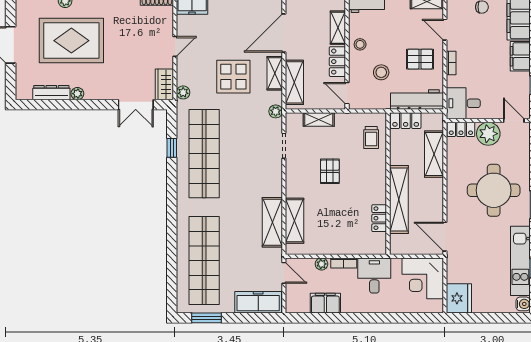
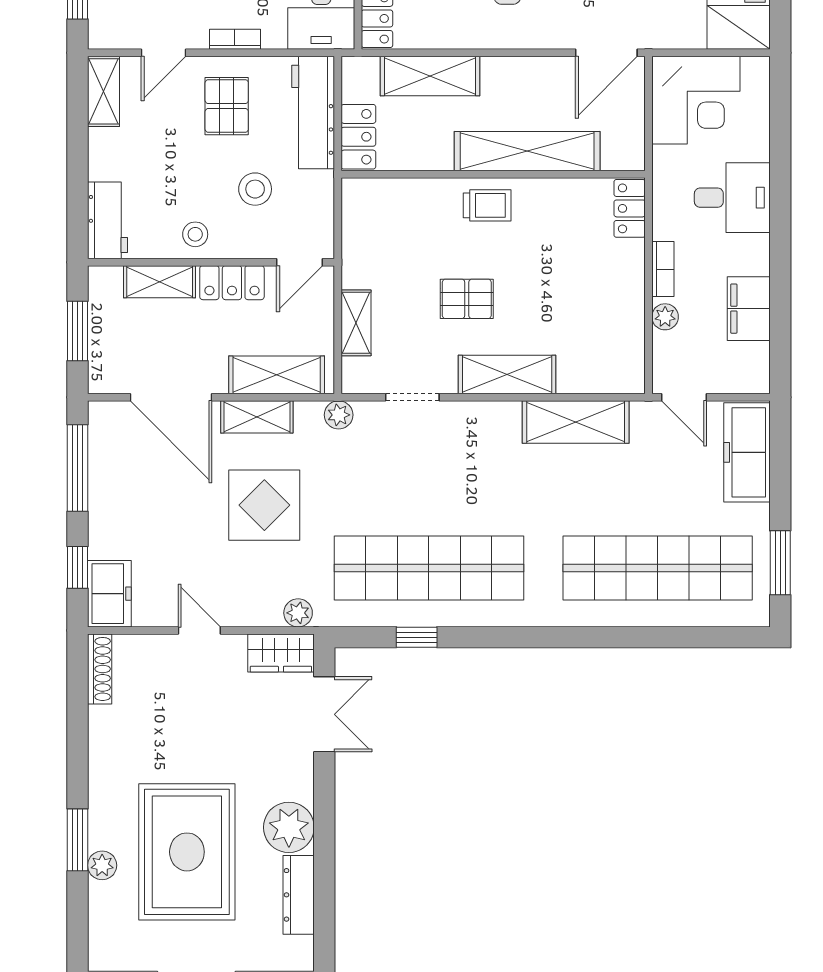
plant: (77, 94) -> (289, 827), width x1.88, depth x1.88
trolley: (371, 138) -> (487, 205), moved
locker: (379, 218) -> (630, 208), moved, turned 90
shelving: (295, 221) -> (507, 374), moved
door: (284, 273) -> (684, 397), swing flipped
desk: (374, 275) -> (732, 198), moved, turned 180

